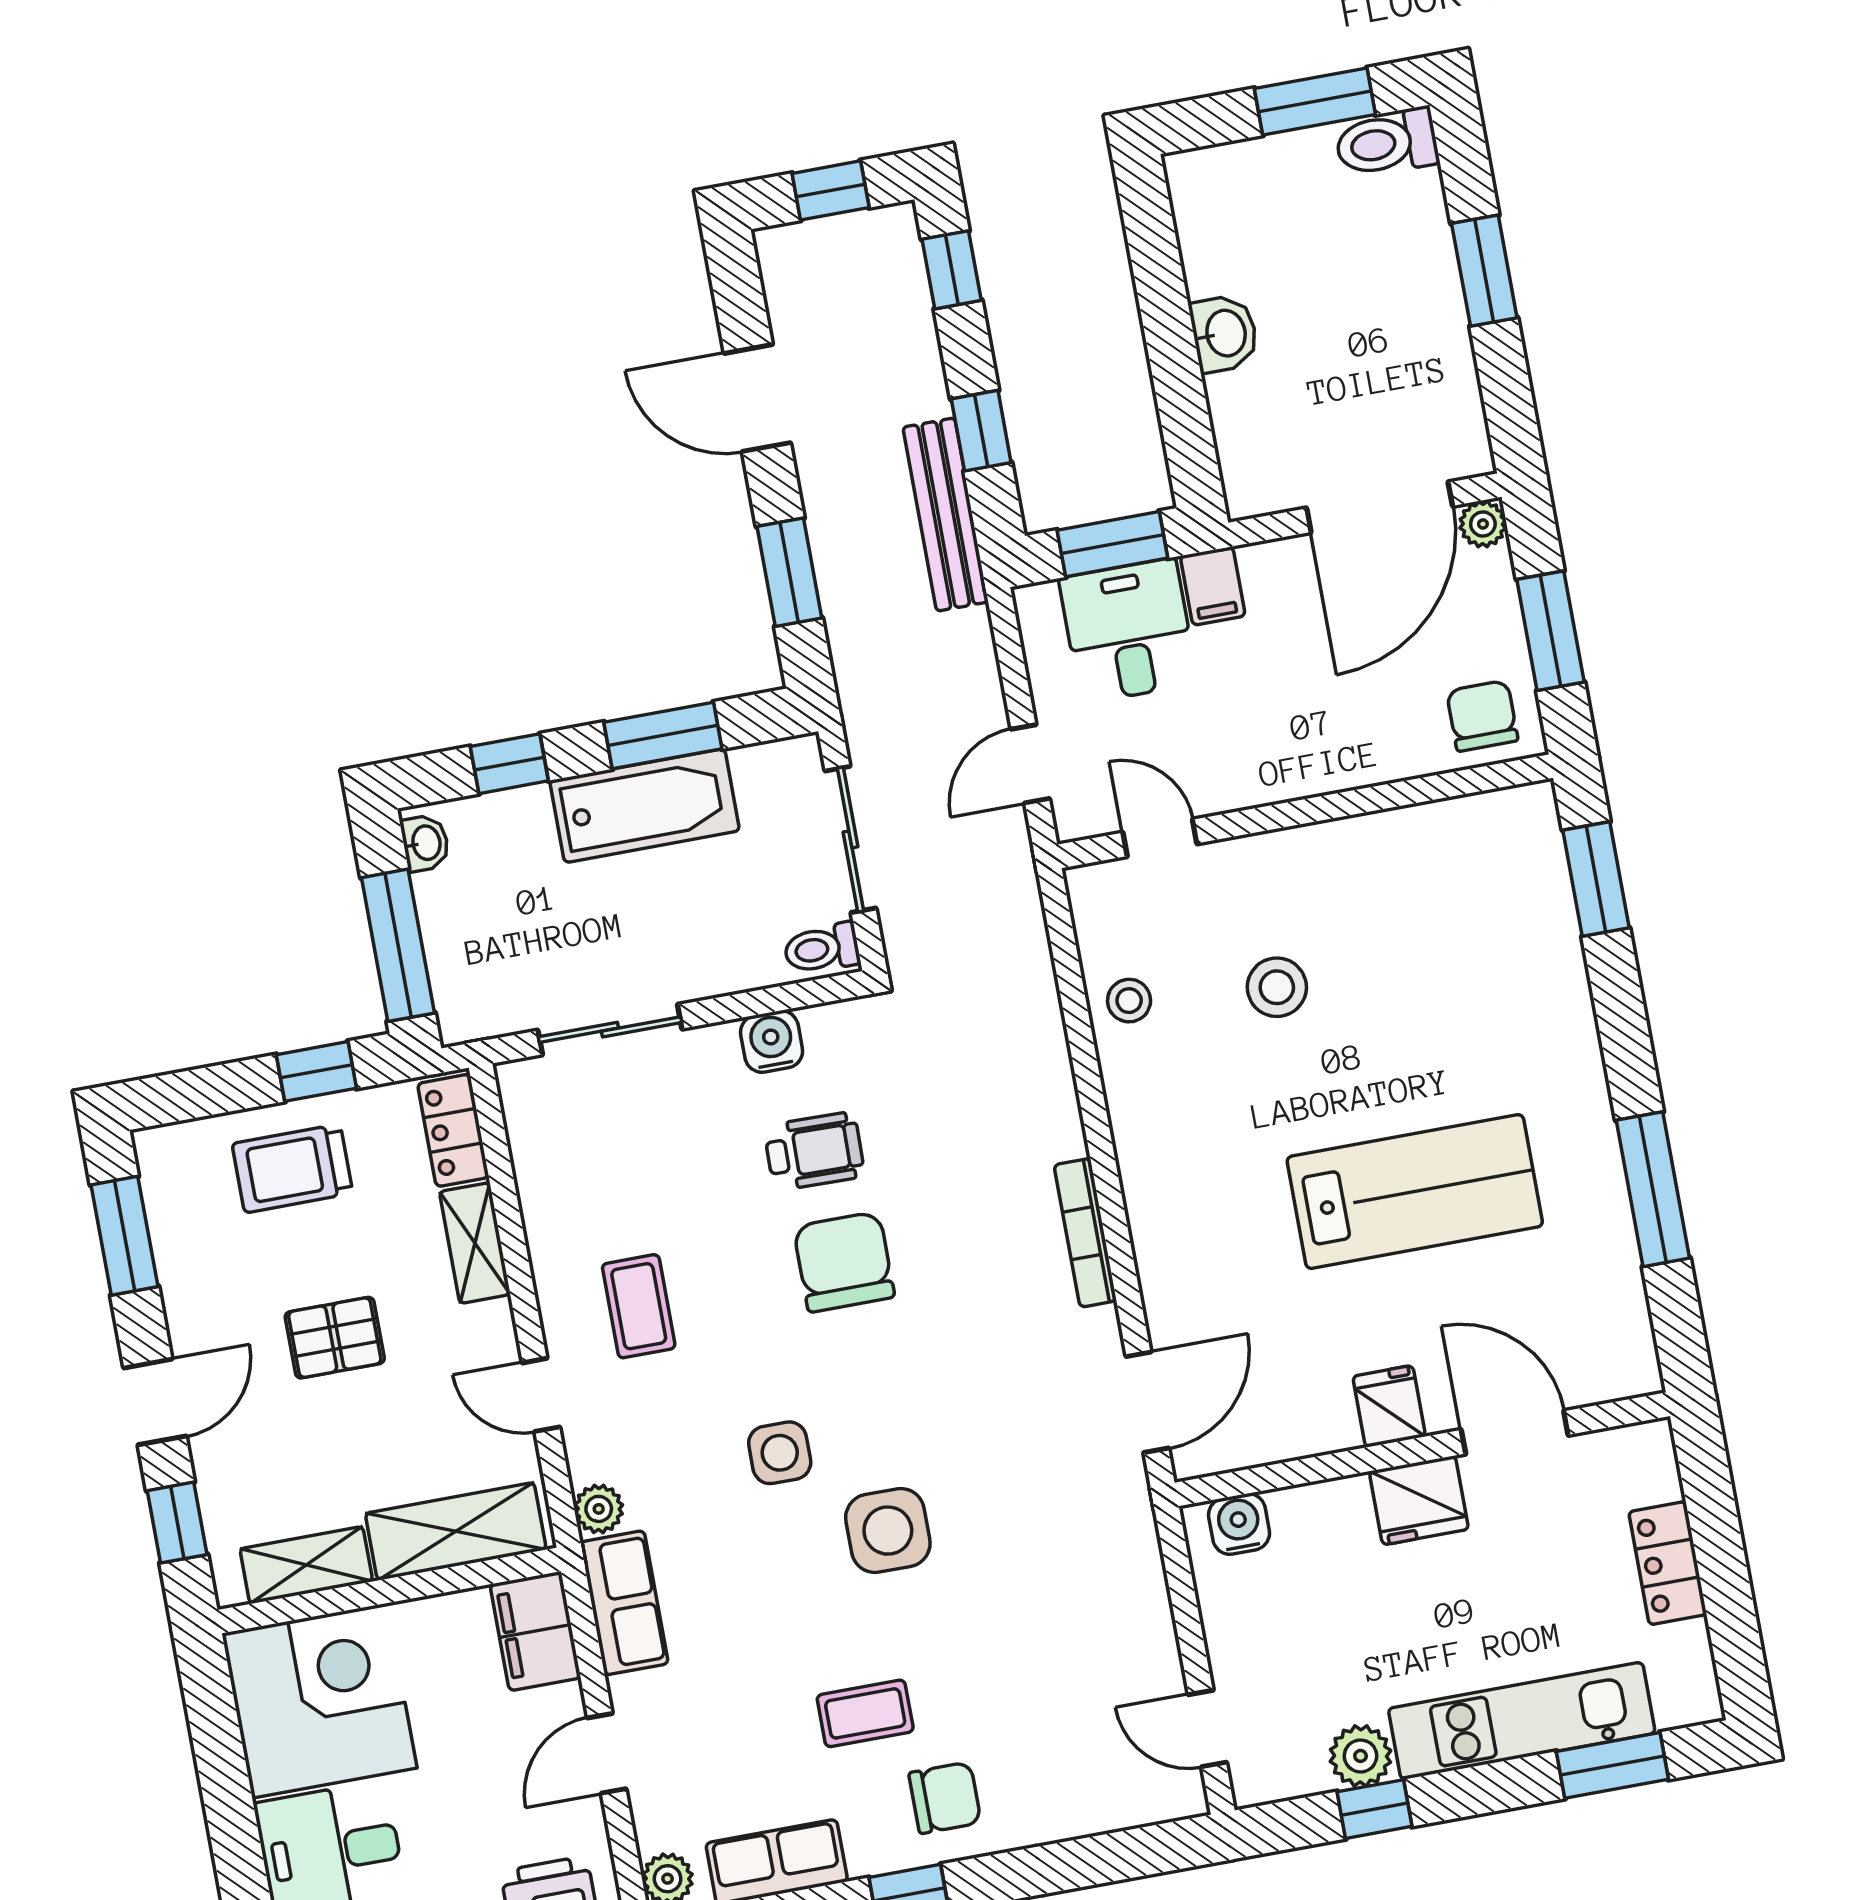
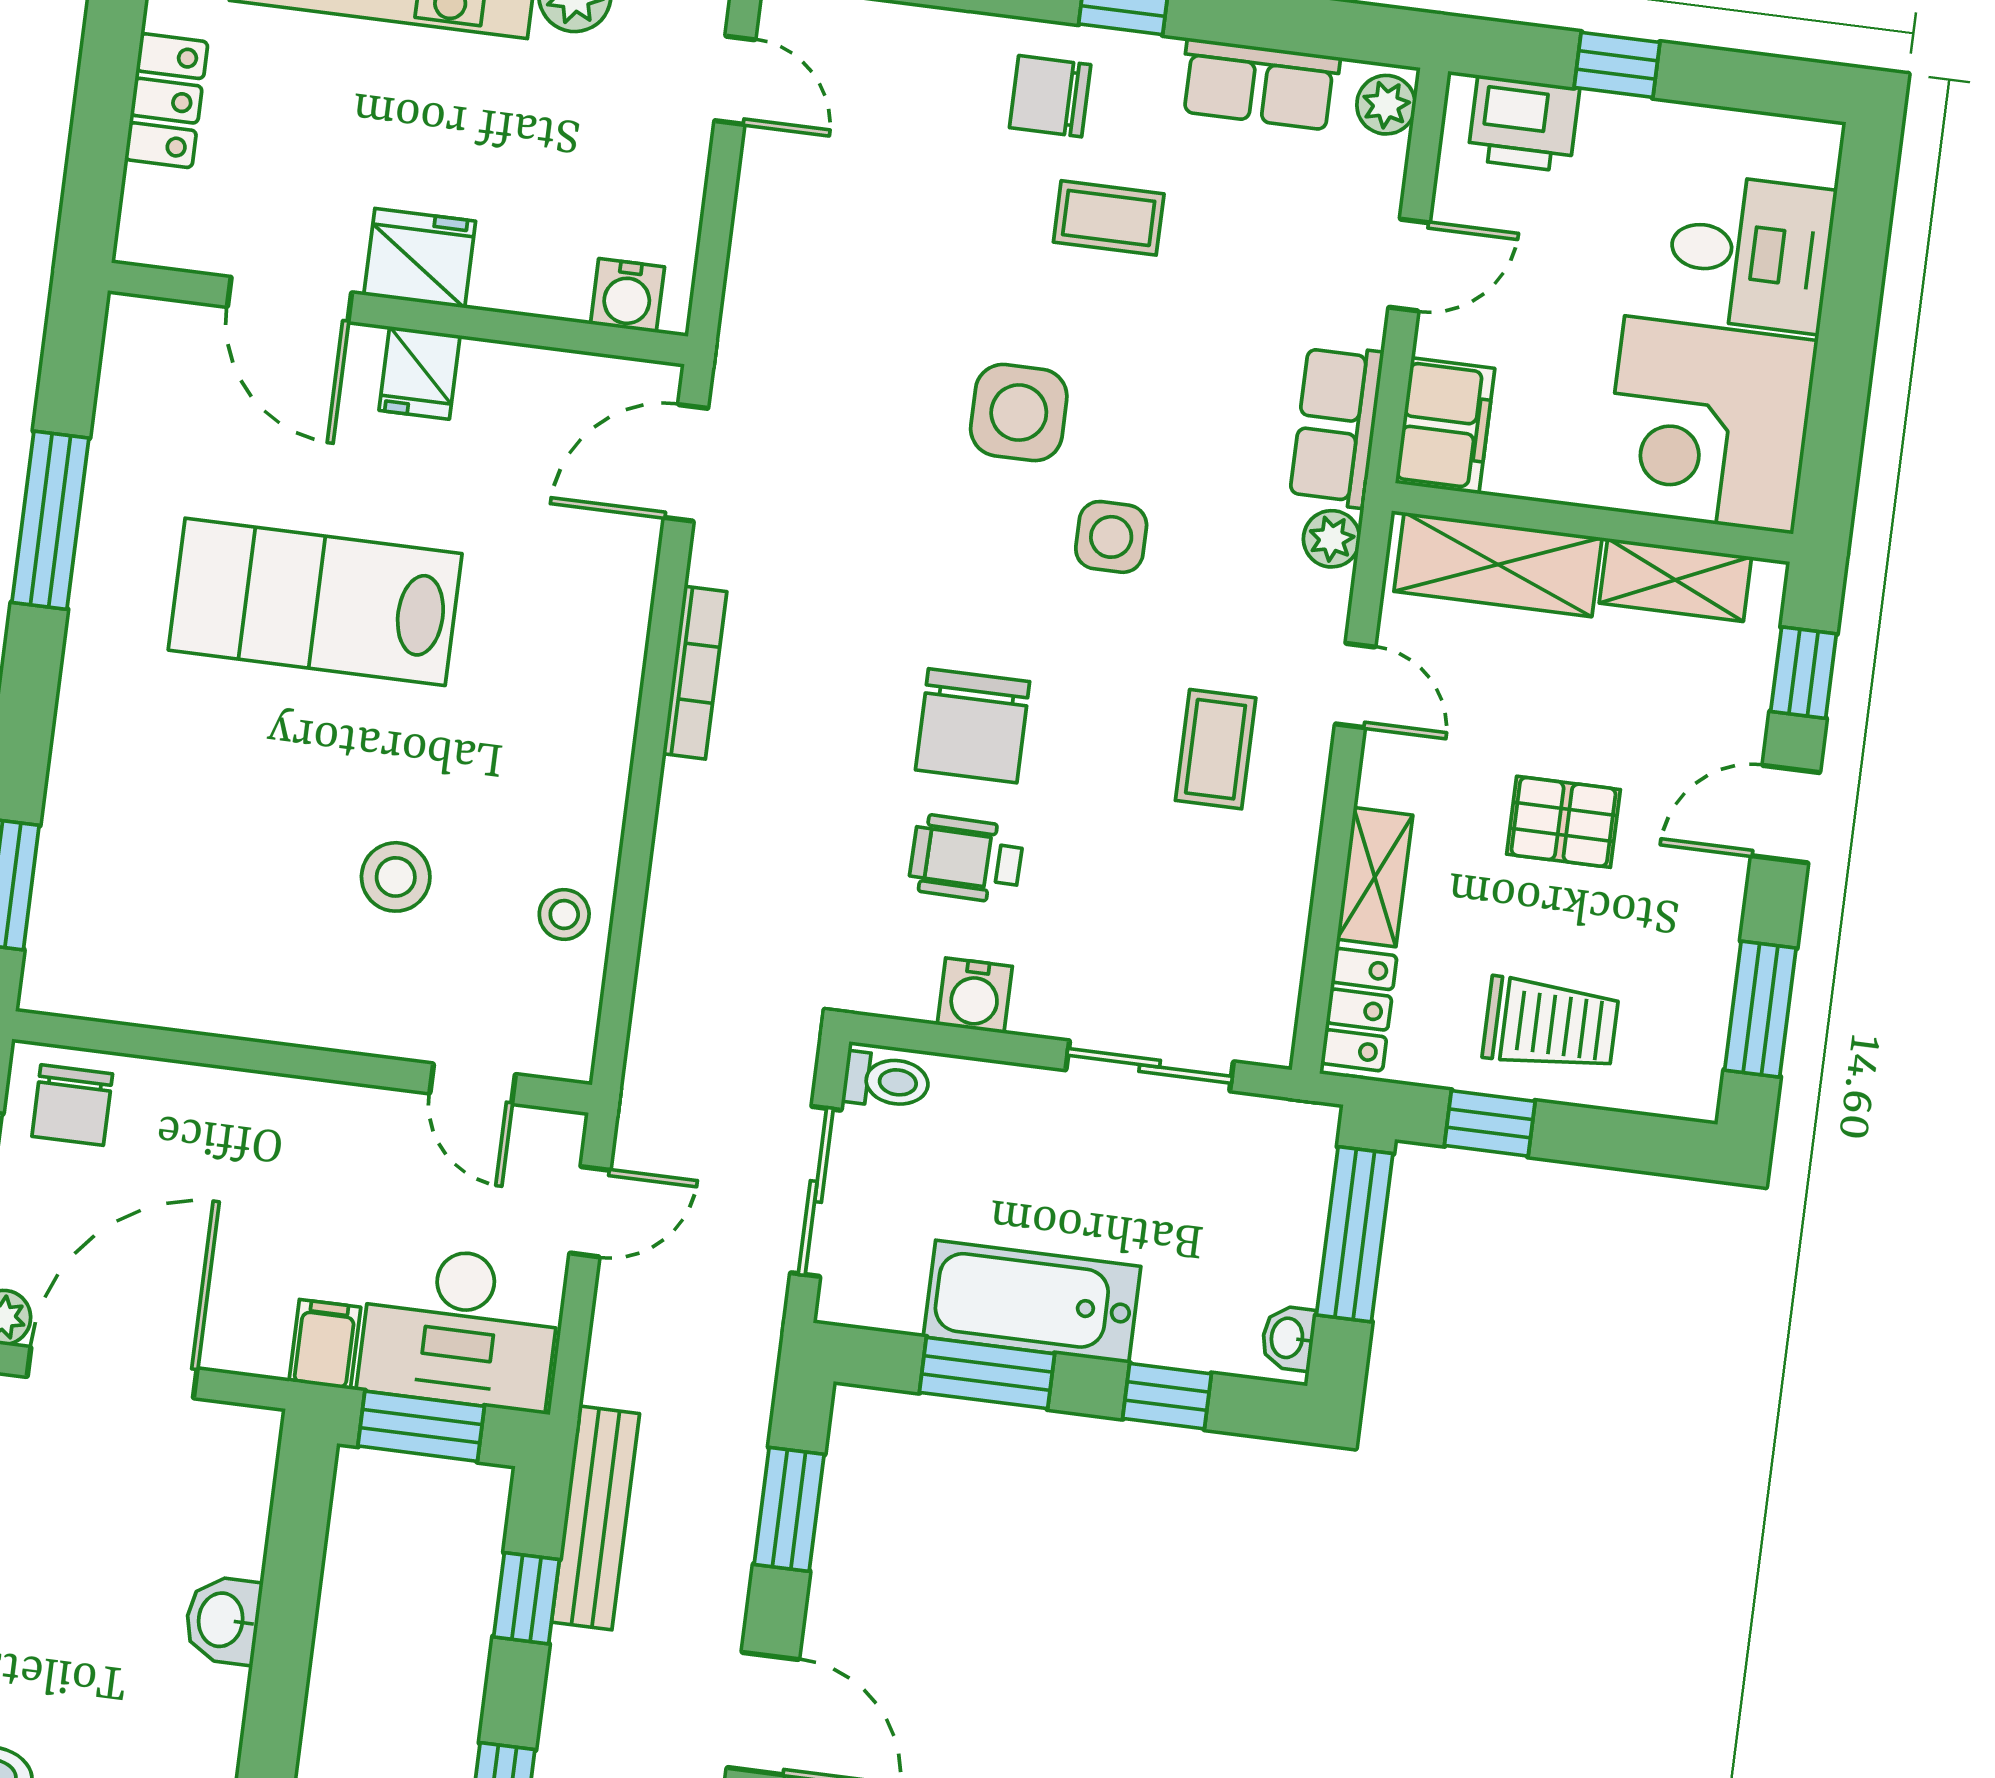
desk: (1128, 631) -> (460, 1328), width x1.37

